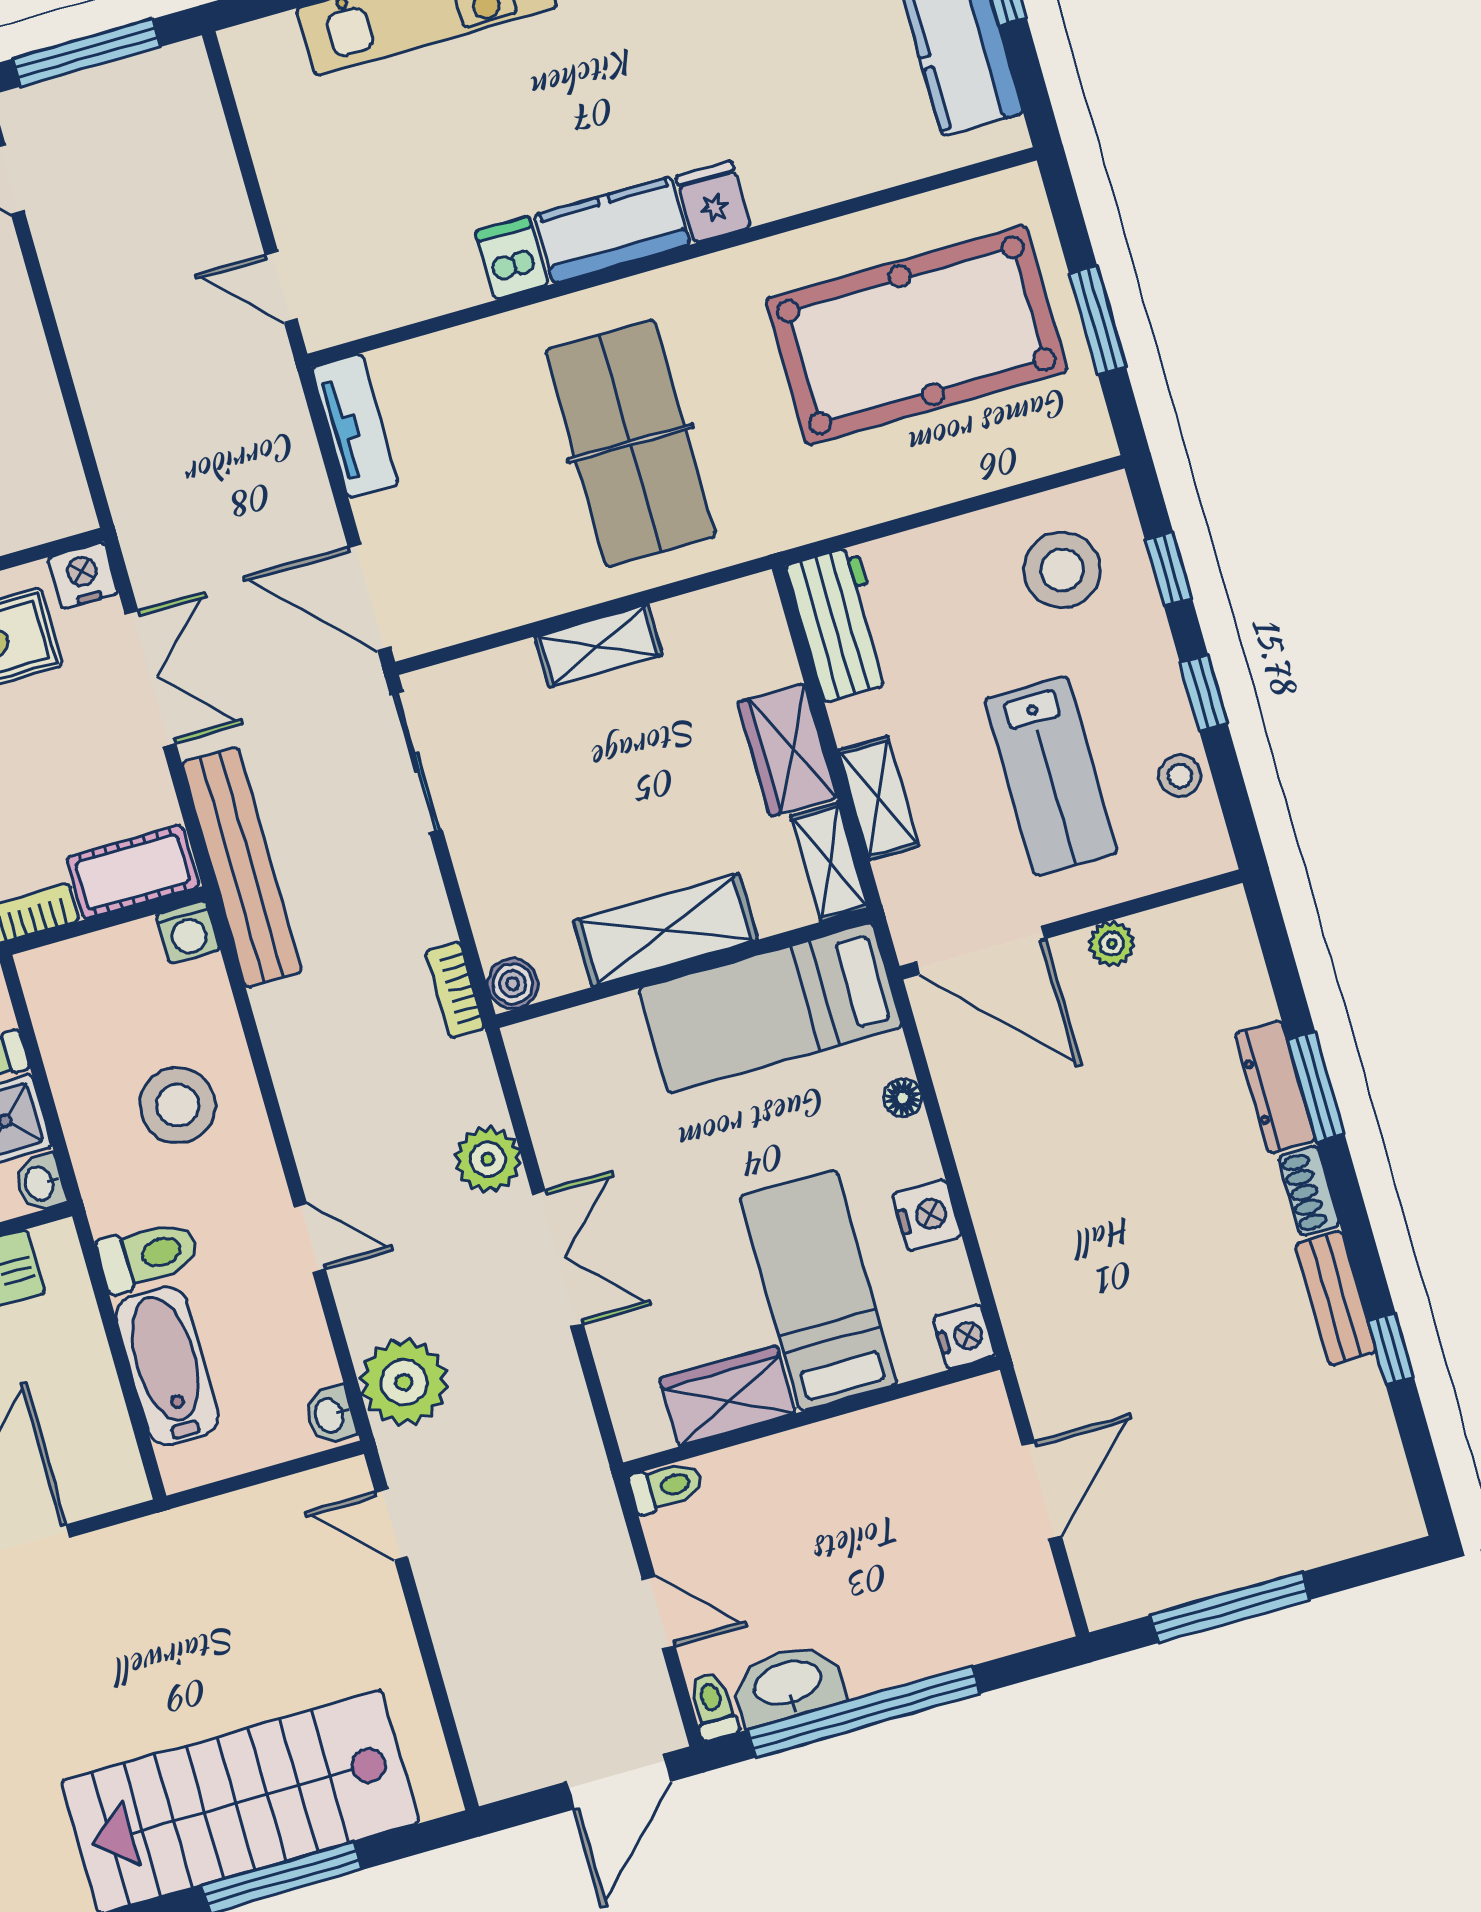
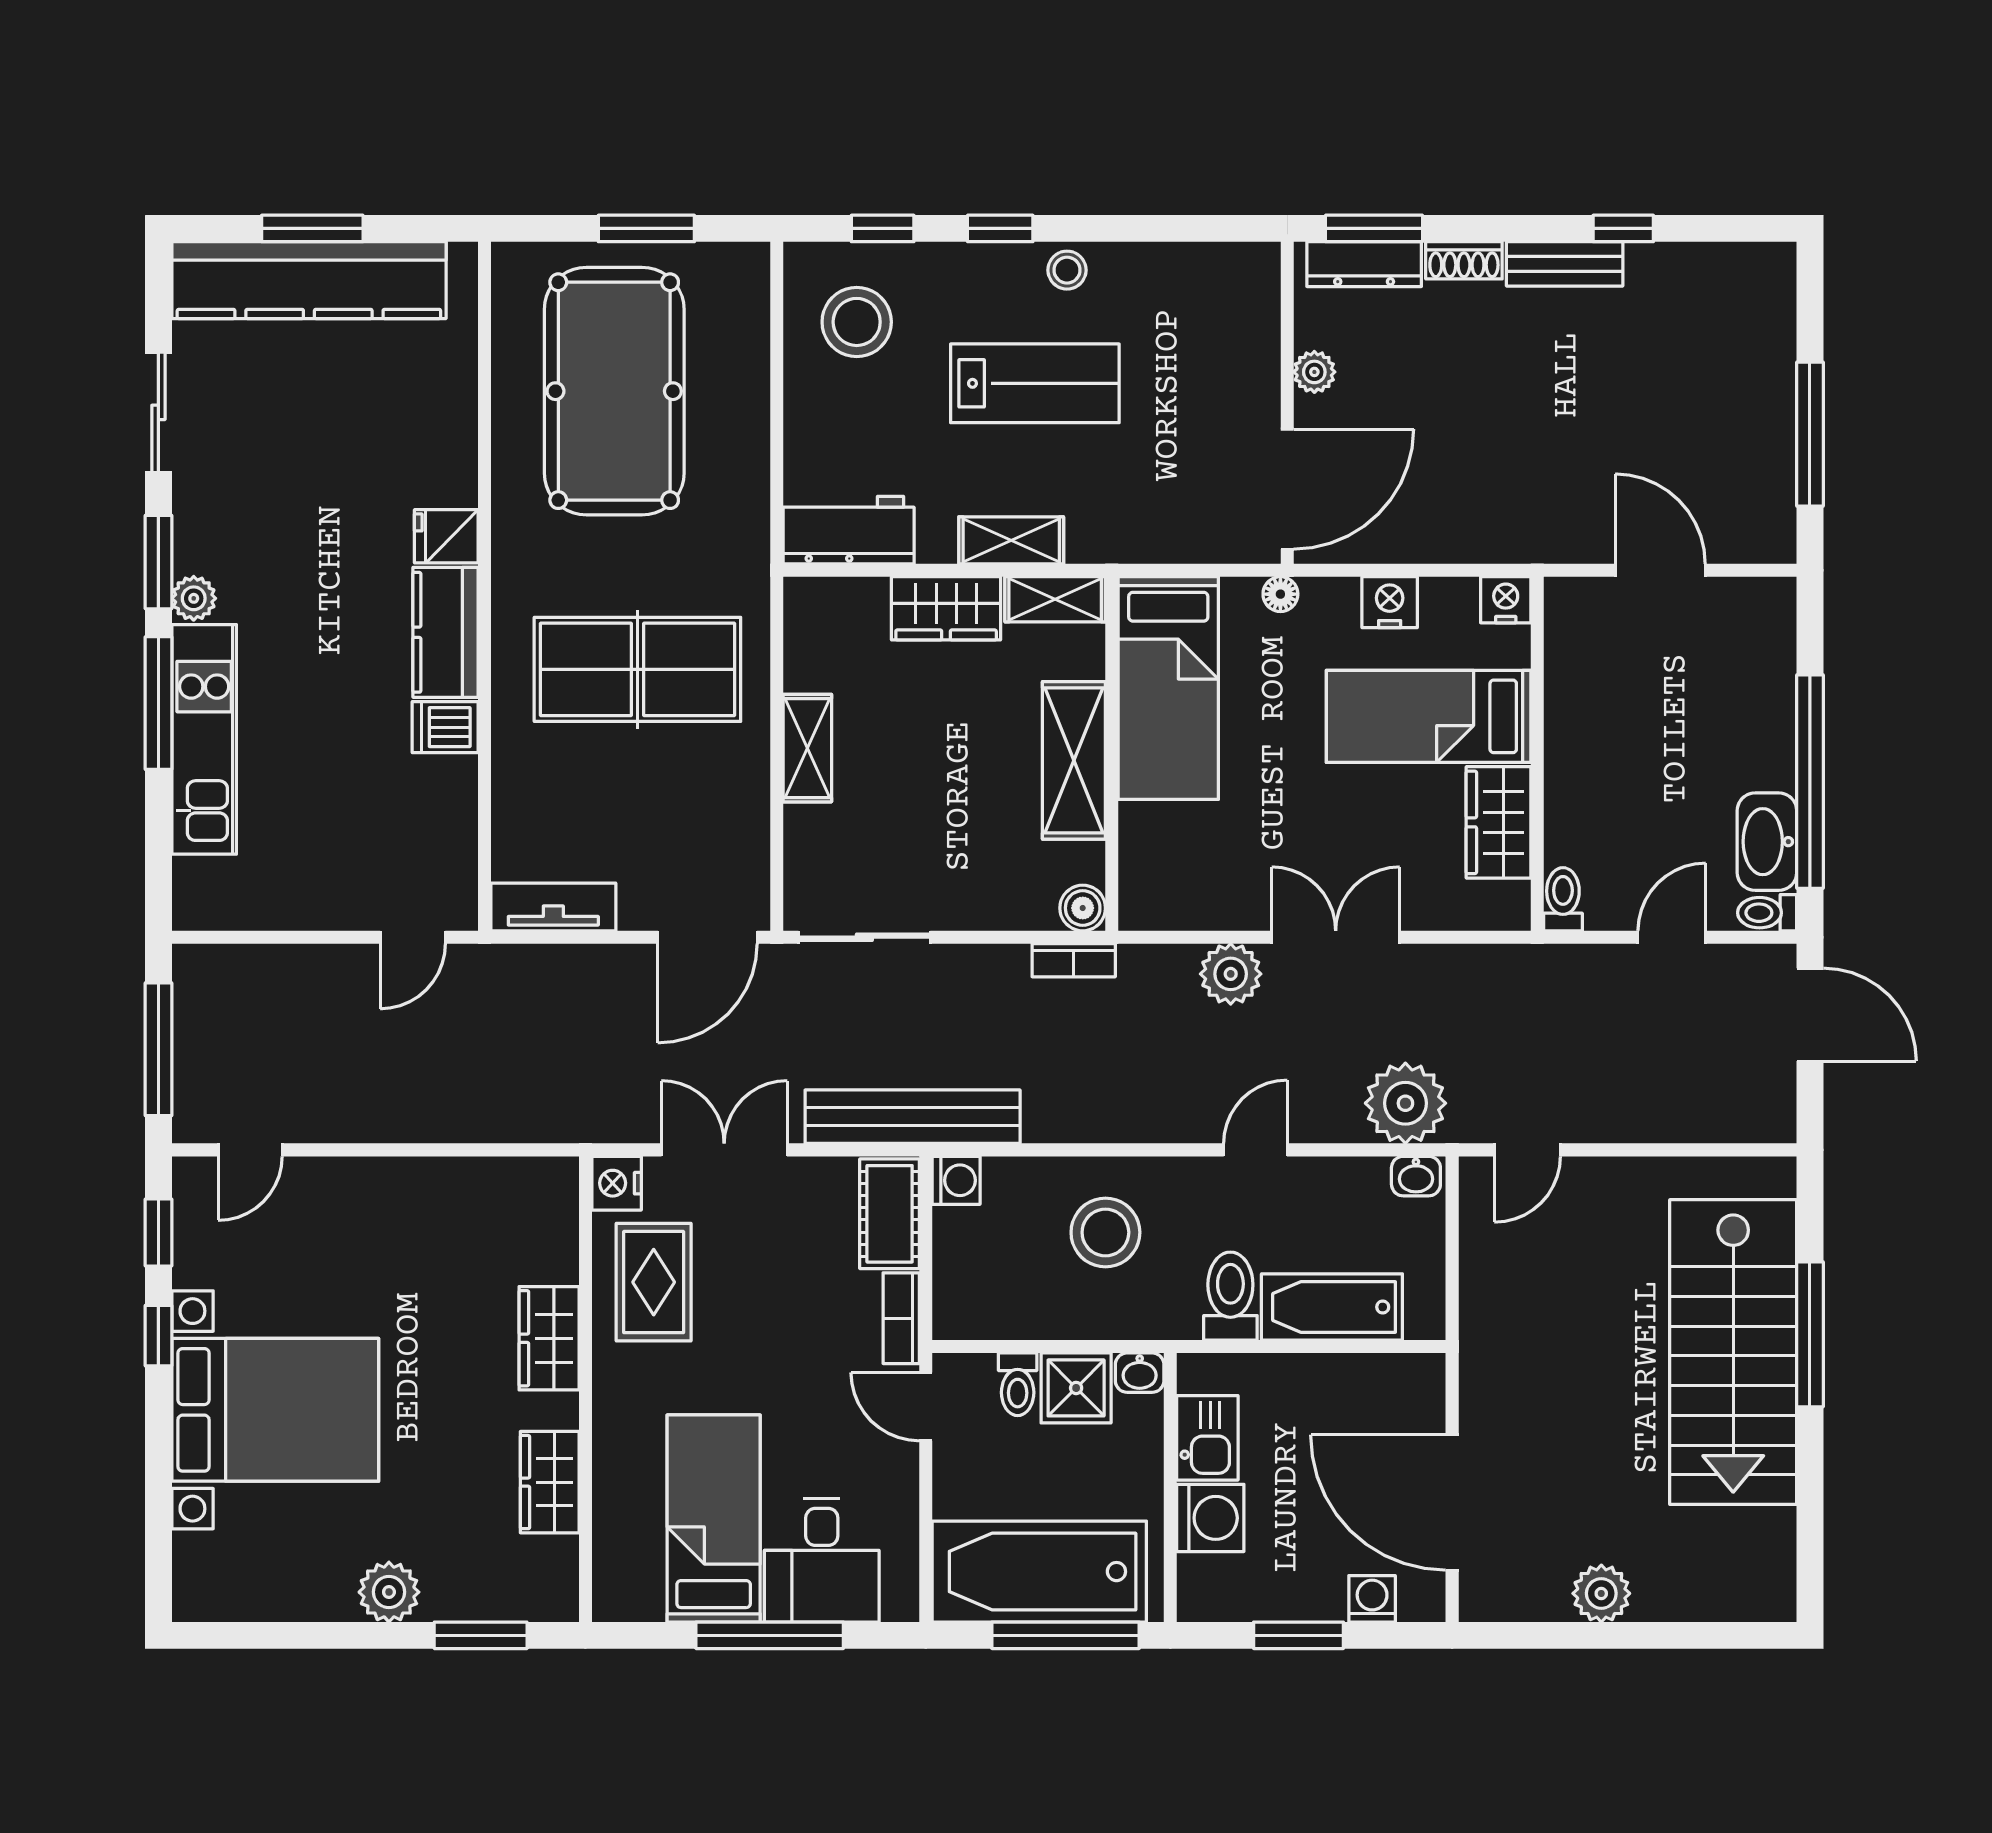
wall: (1071, 924) -> (1287, 403), moved
plant: (1112, 944) -> (1314, 372), moved
door: (980, 950) -> (1287, 489), moved

